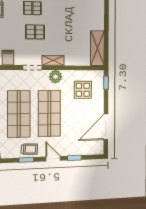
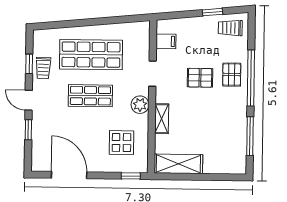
pallet: (35, 32) -> (200, 78), turned 90
shelving: (53, 60) -> (162, 119), moved
shop shelf: (49, 113) -> (90, 96), width x0.70, depth x0.74
door: (53, 159) -> (29, 100), swing flipped

